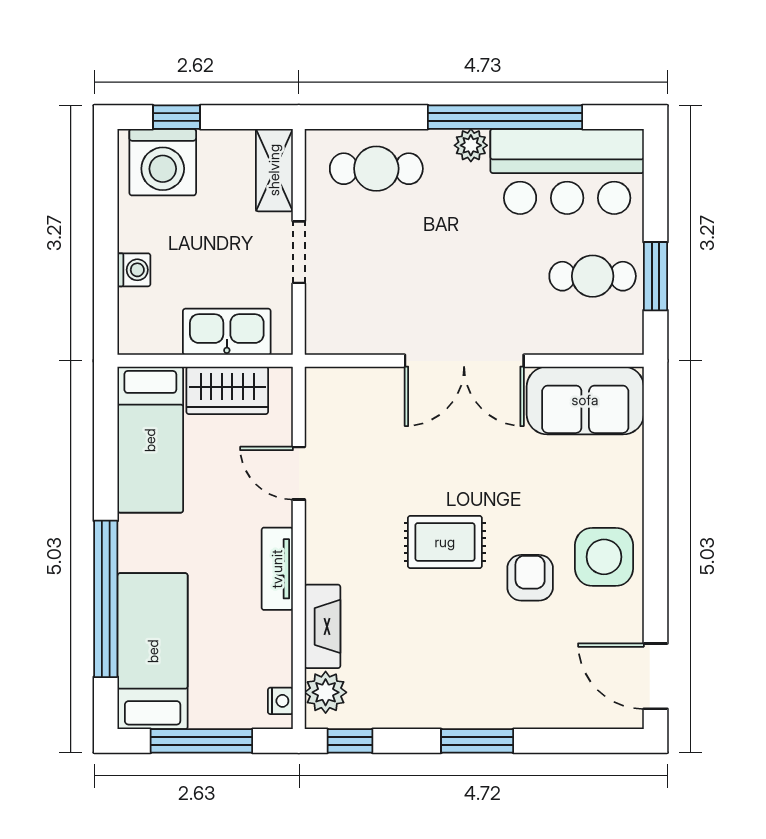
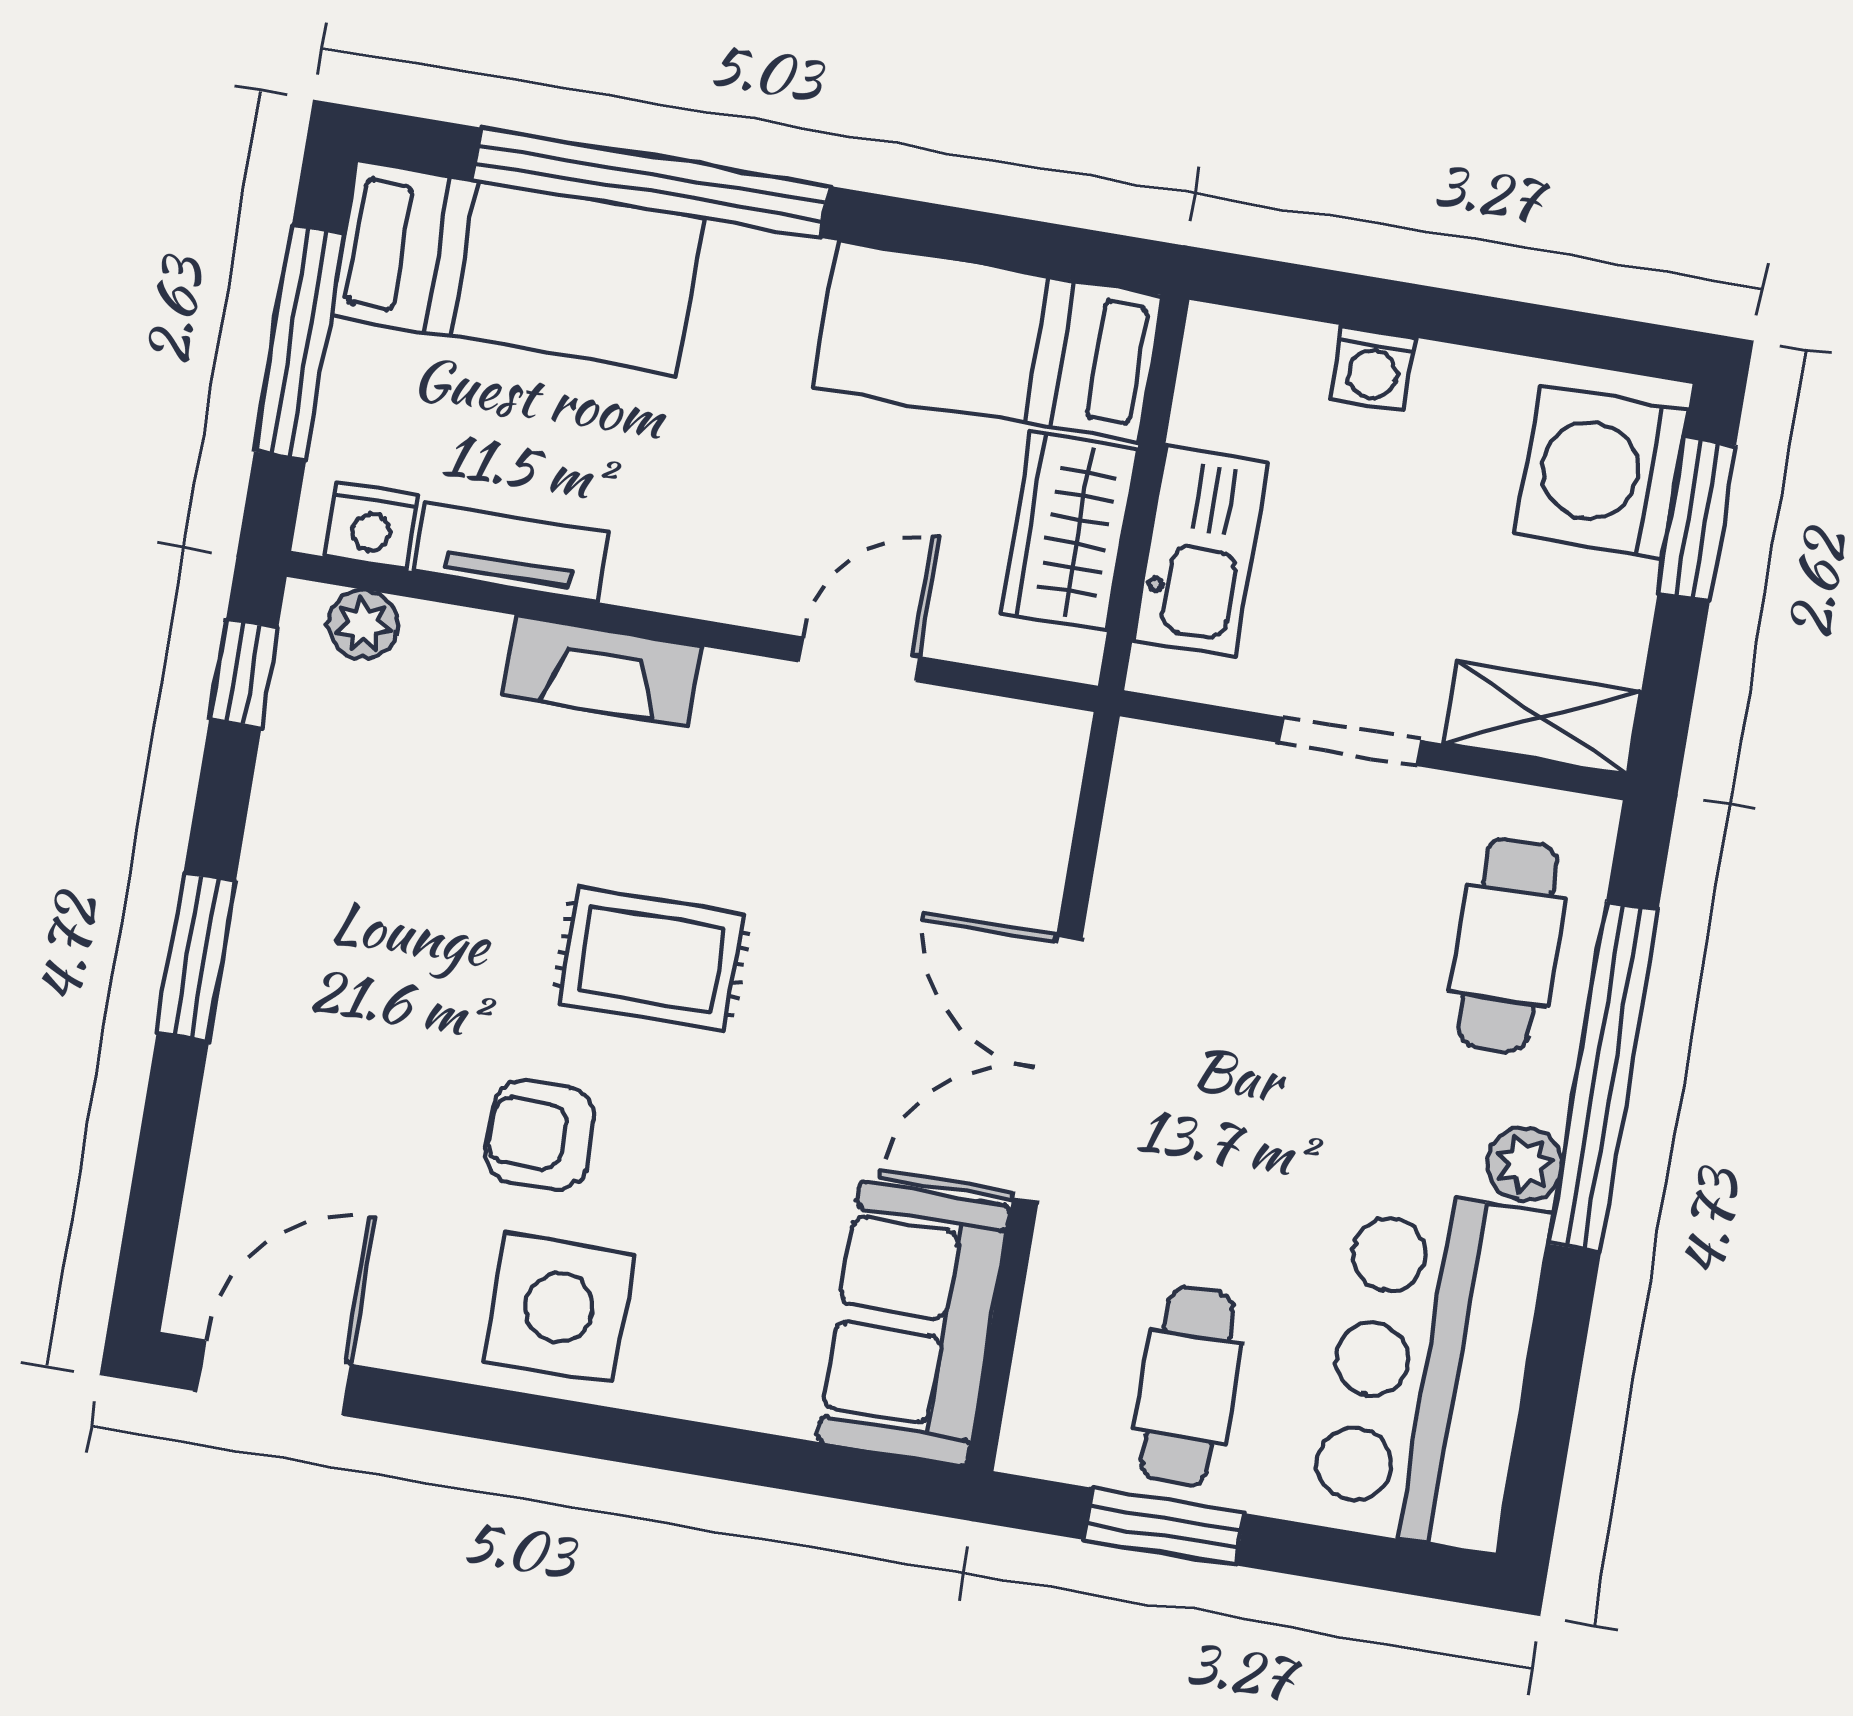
window: (177, 117) -> (1697, 520), width x1.50
window: (505, 117) -> (1604, 1077), moved
rug: (445, 542) -> (651, 959), turned 90
tv unit: (277, 569) -> (511, 552), moved
armchair: (530, 578) -> (540, 1135), turned 180
fireplace: (322, 626) -> (602, 671), moved
plant: (326, 692) -> (363, 625), width x0.73, depth x0.73
nightstand: (280, 701) -> (372, 526), width x1.39, depth x1.35

